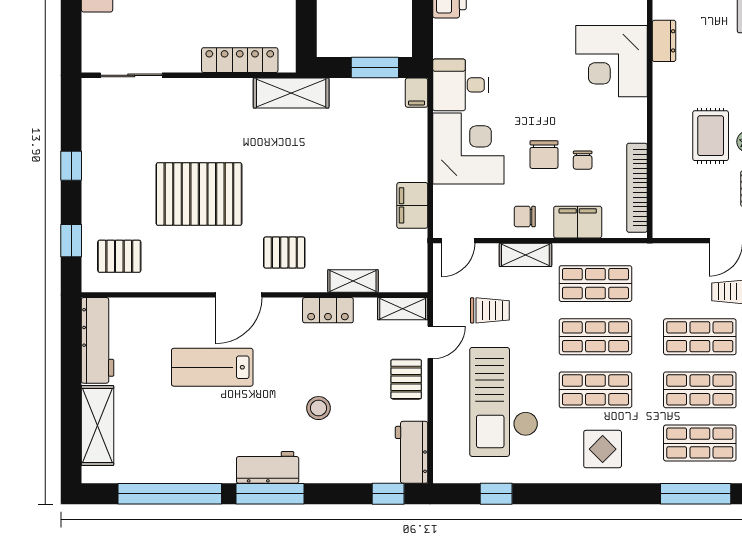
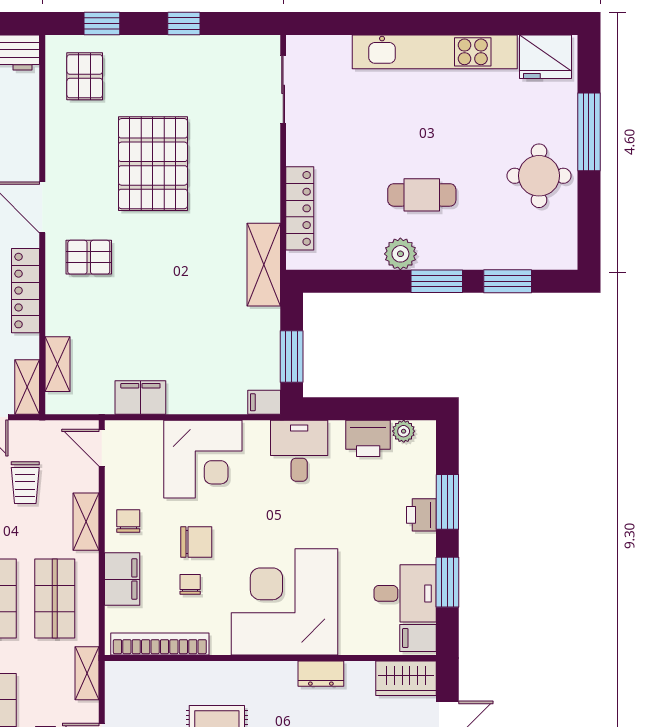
corner desk: (611, 61) -> (285, 602), width x1.36, depth x1.36
desk: (461, 85) -> (299, 451), moved
chair: (544, 155) -> (196, 542), turned 180
chair: (583, 160) -> (190, 584), turned 90
pallet: (284, 253) -> (89, 257), turned 90
shelving: (664, 254) -> (87, 673), added
shelving: (353, 281) -> (58, 364), moved
locker: (328, 310) -> (26, 291), width x1.53

